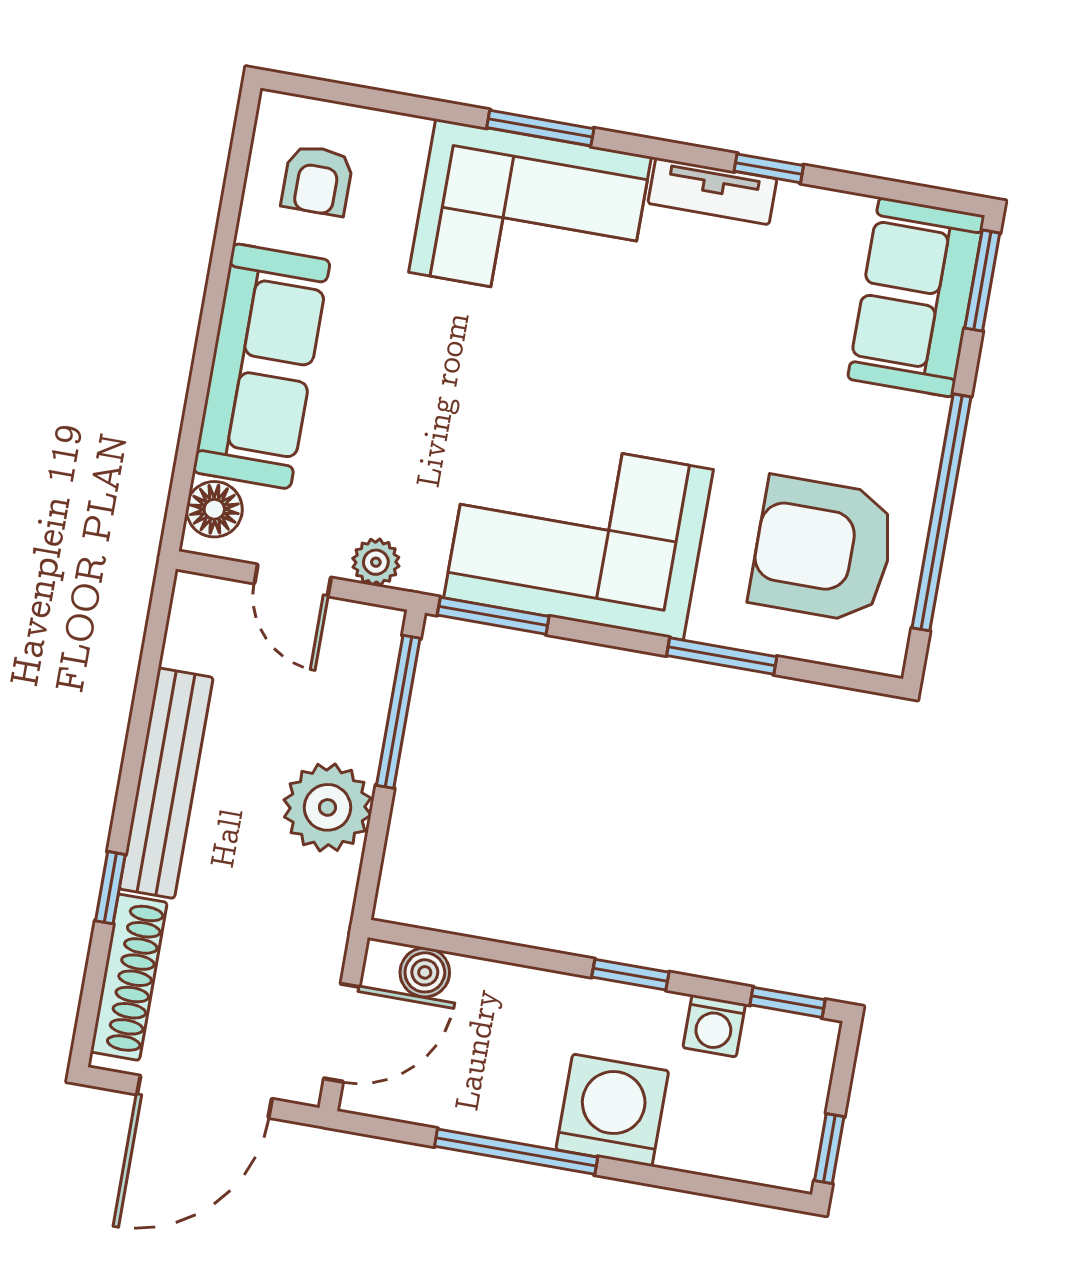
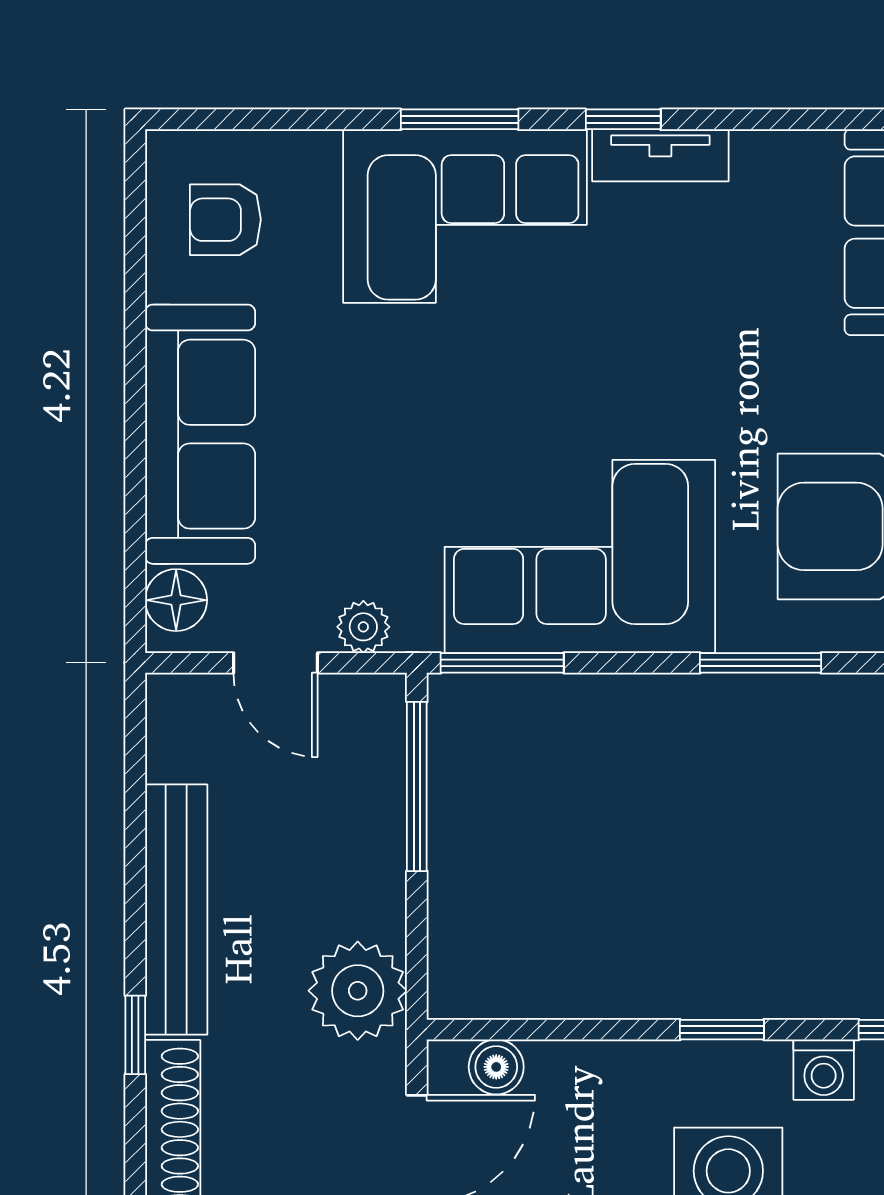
window: (769, 168) -> (623, 119), moved
armchair: (317, 180) -> (225, 220), turned 90
plant: (328, 807) -> (358, 991), moved

